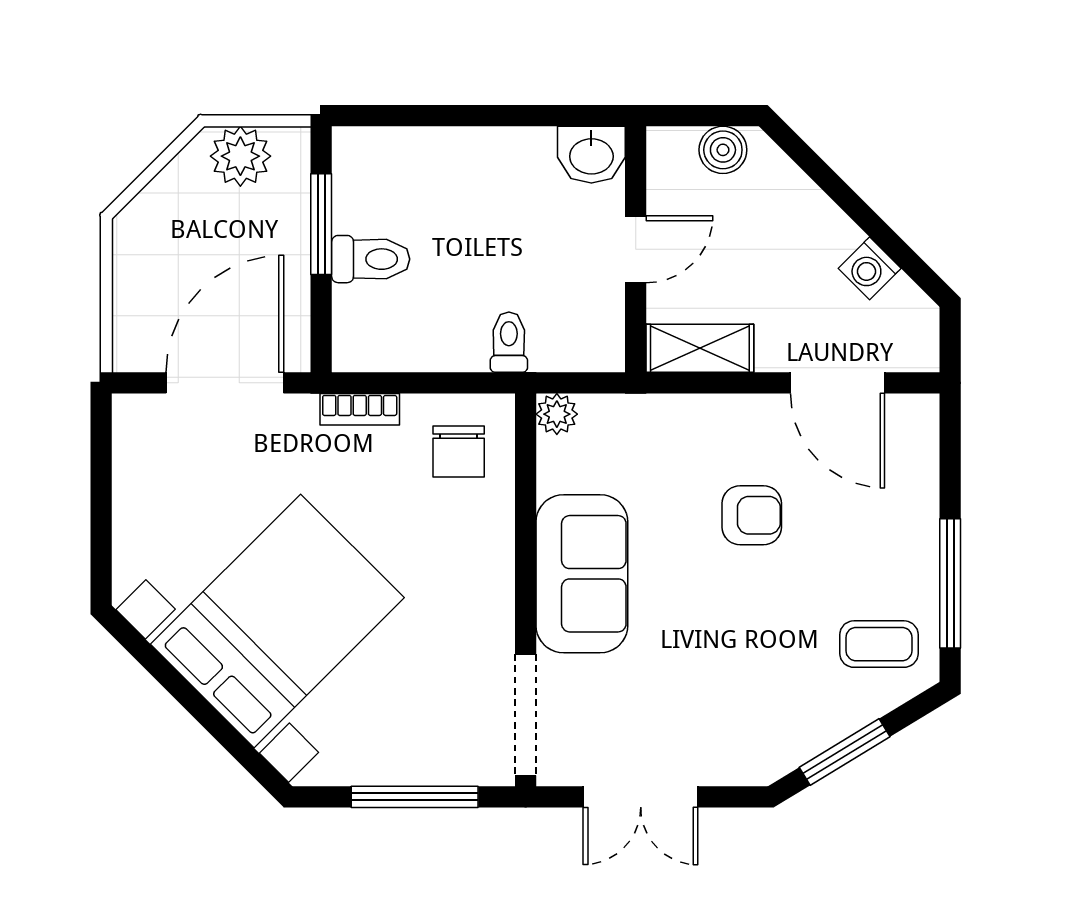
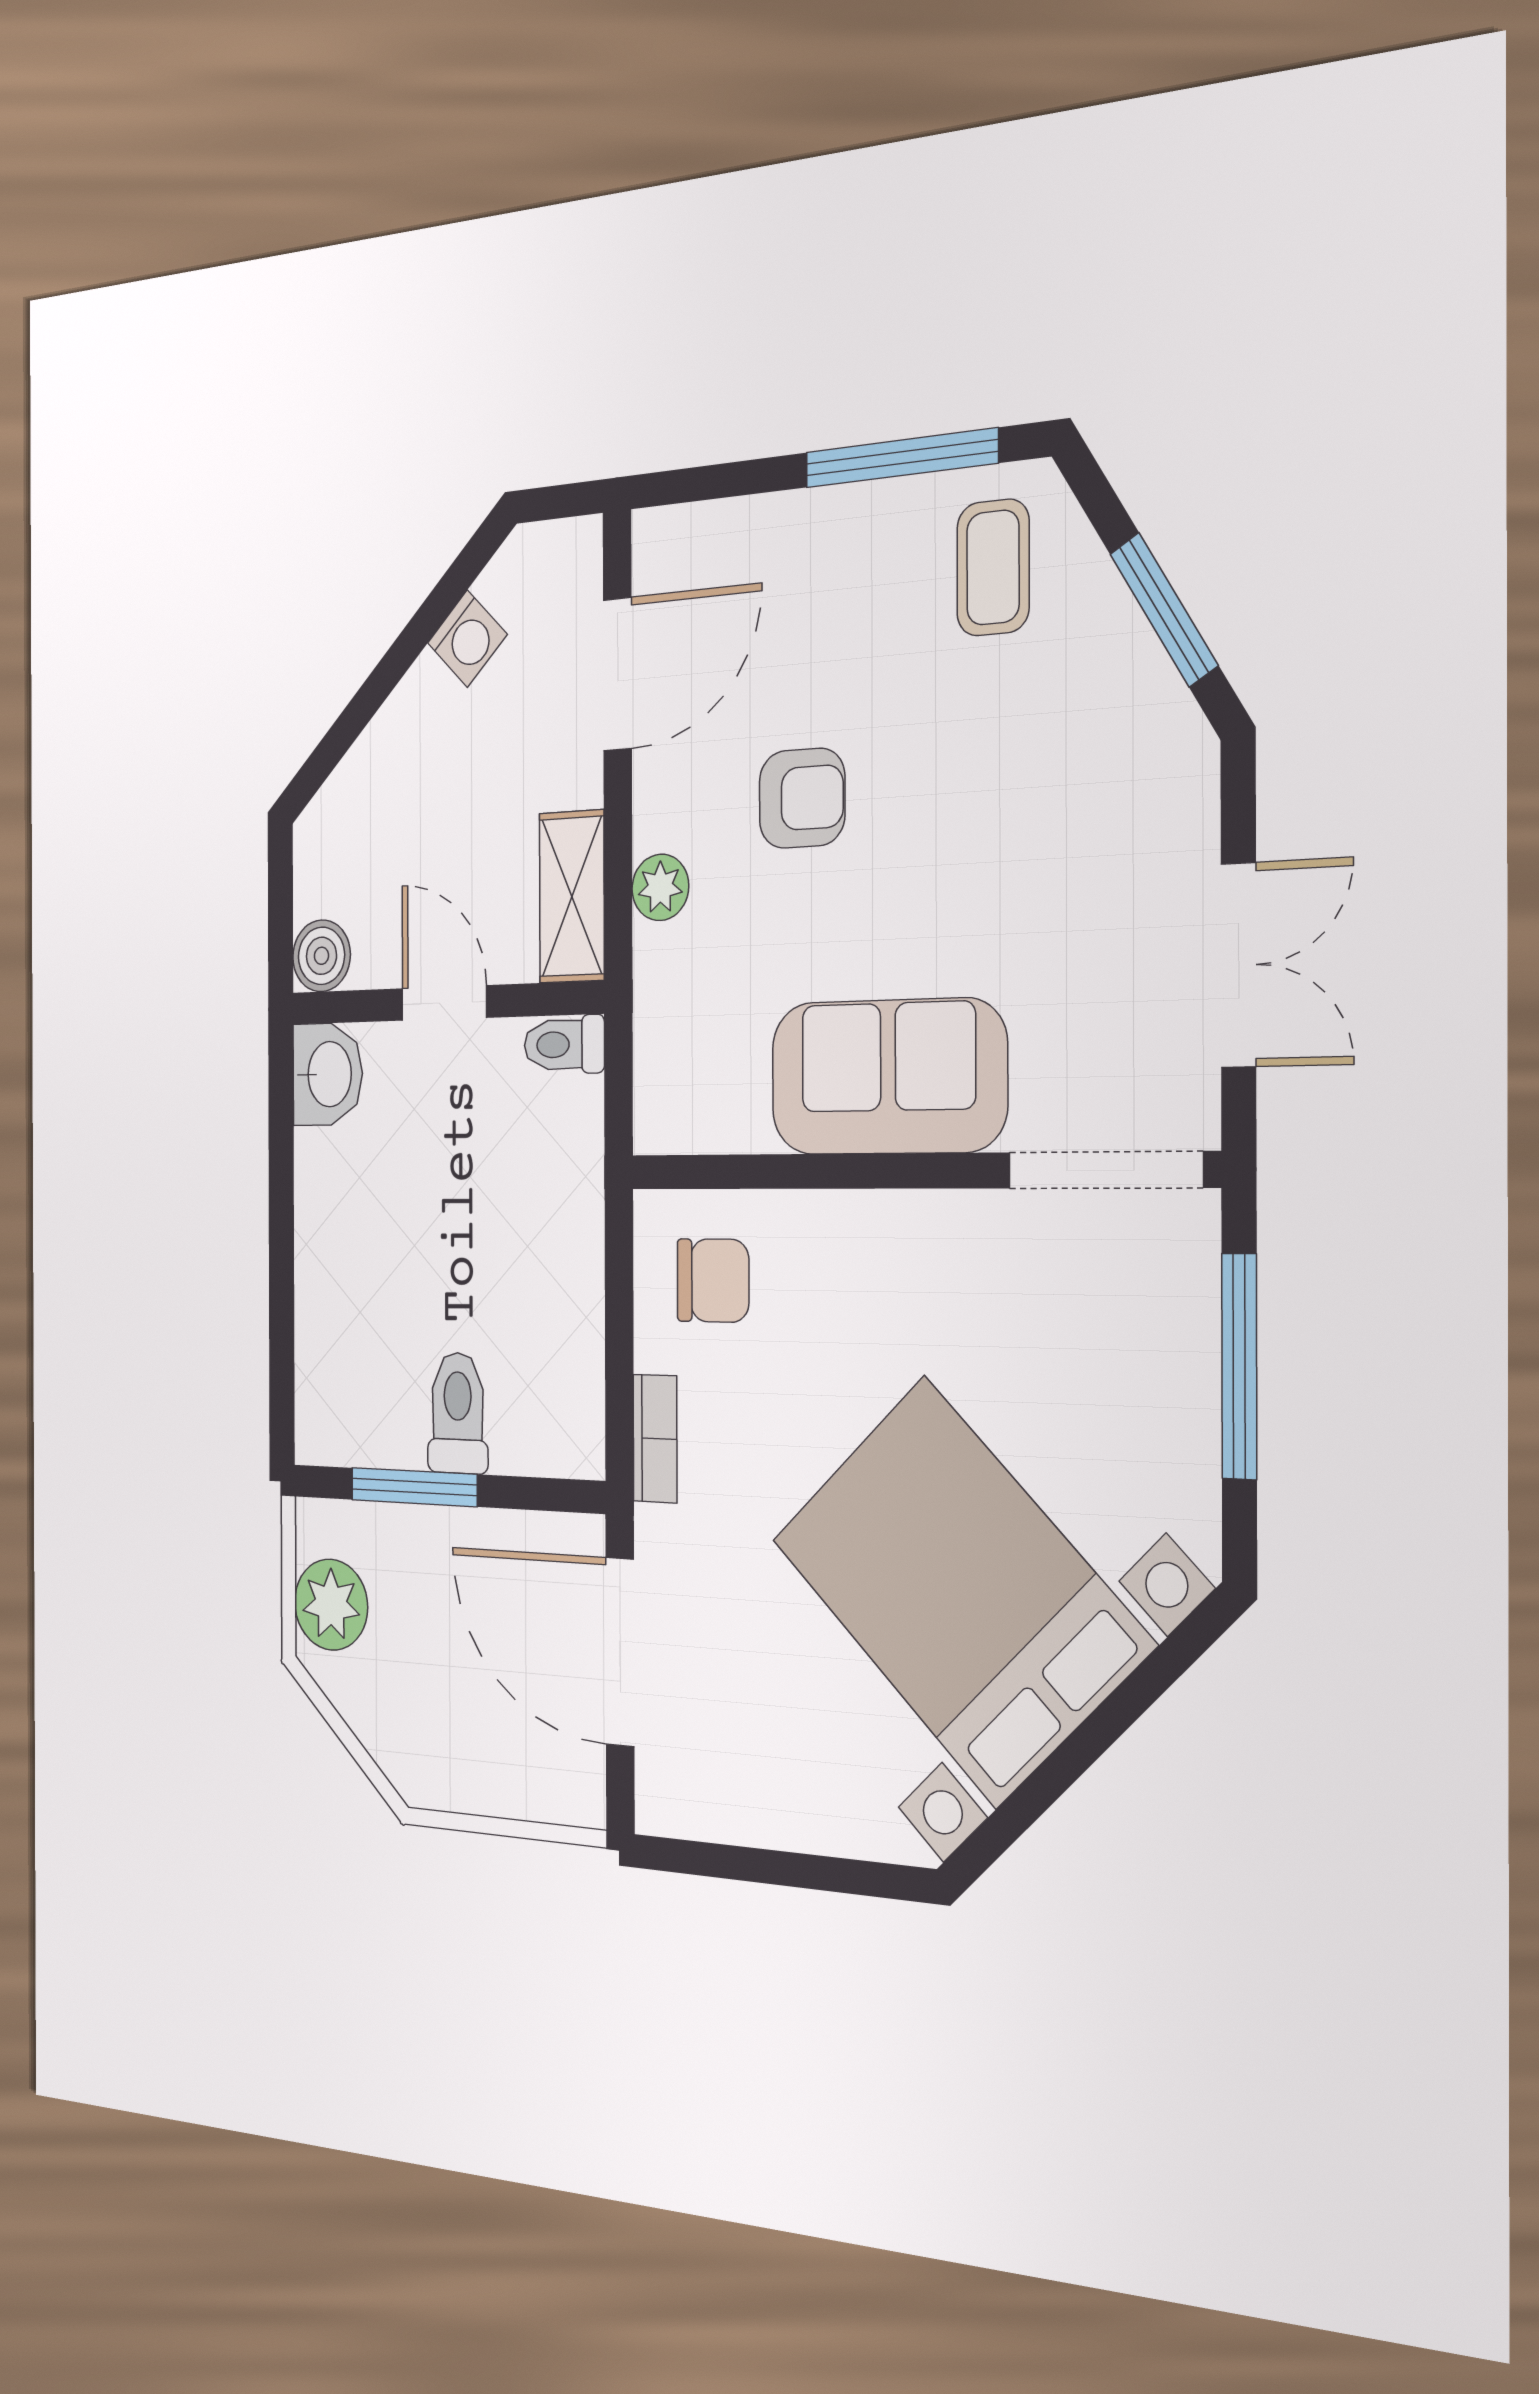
boiler: (723, 150) -> (322, 956), moved
toilet: (509, 342) -> (564, 1045), moved
plant: (557, 414) -> (660, 887), moved
armchair: (752, 515) -> (802, 798), turned 90

